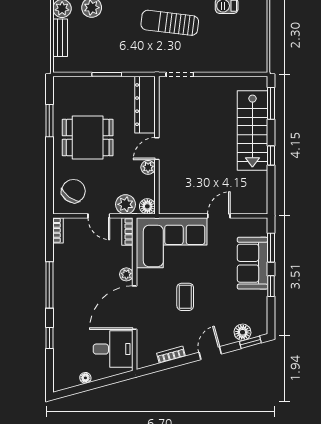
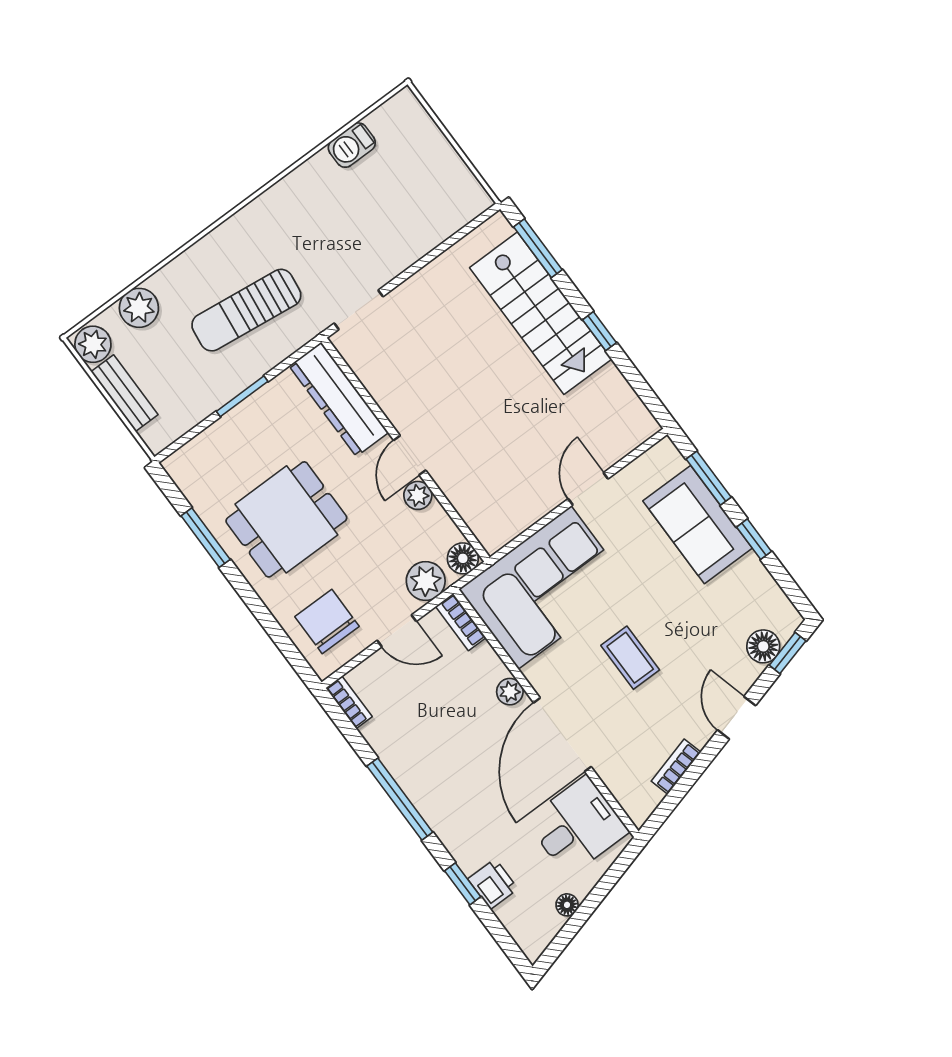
sun lounger: (170, 23) -> (246, 310), moved
chair: (73, 191) -> (327, 622), turned -36
printer: (62, 347) -> (493, 884), added

